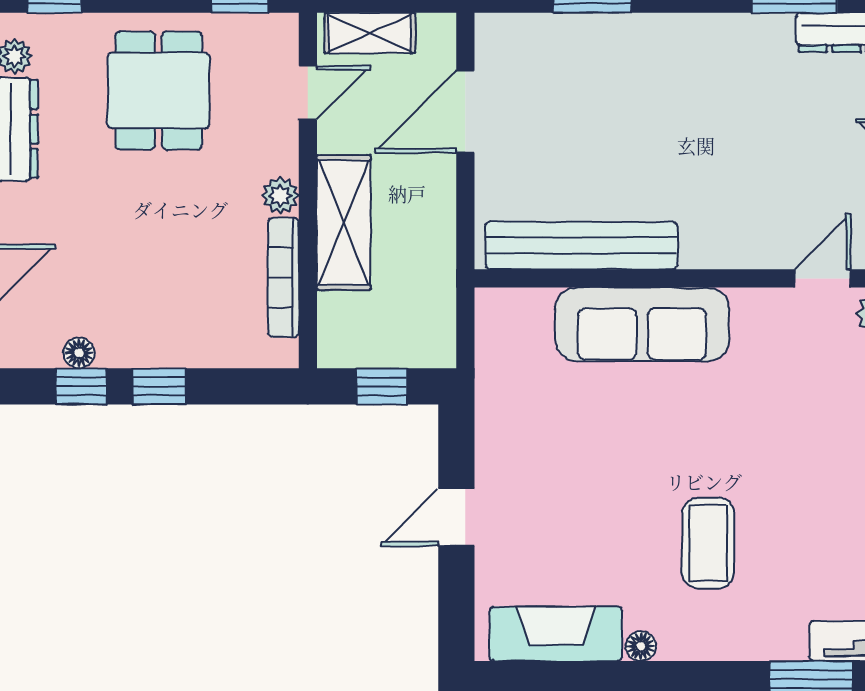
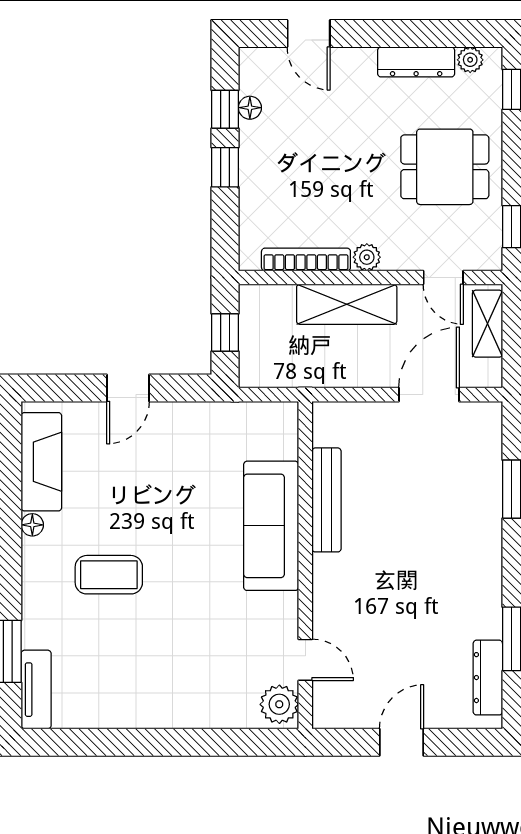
door: (465, 112) -> (429, 395), hinge flipped
bench: (582, 246) -> (327, 500), width x0.73, depth x0.82
door: (456, 517) -> (128, 388), swing flipped

